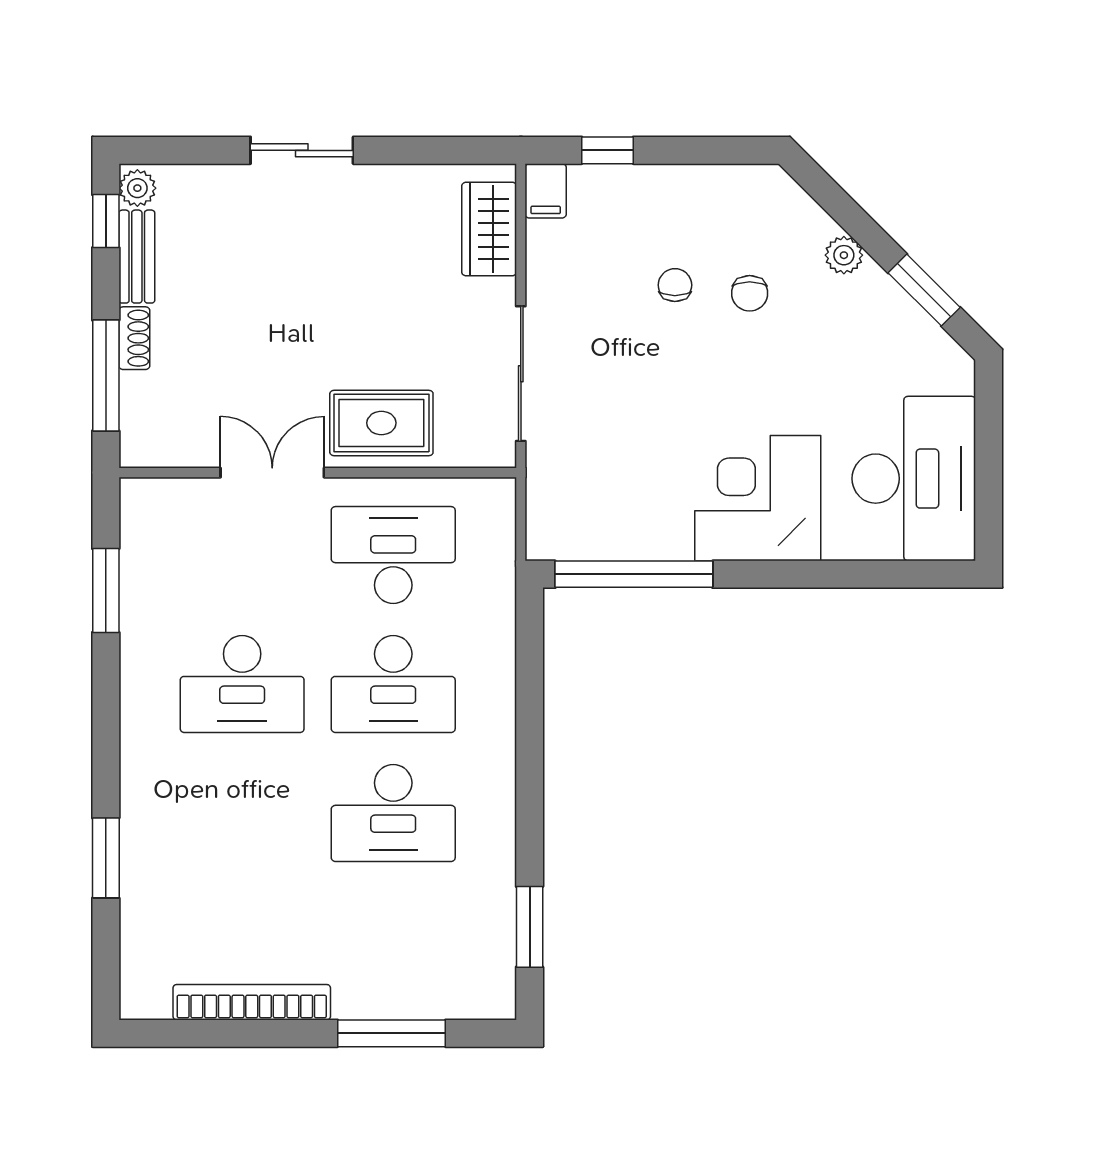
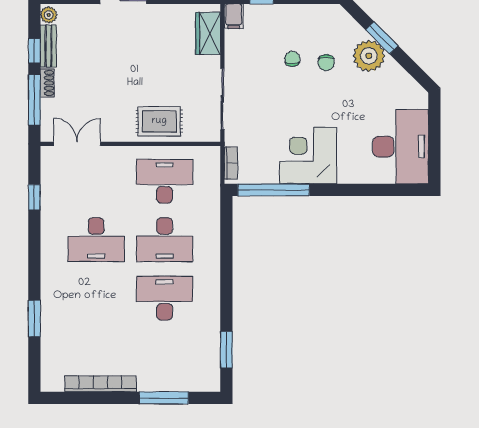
window: (106, 221) -> (34, 51), moved
plant: (844, 255) -> (369, 56), width x1.87, depth x1.87
window: (924, 290) -> (382, 38), moved
double door: (272, 473) -> (77, 144), moved
corner desk: (758, 498) -> (308, 155), moved
bookcase: (539, 515) -> (231, 163), added
window: (106, 591) -> (34, 197), width x0.67
desk: (393, 813) -> (165, 298), turned 180

